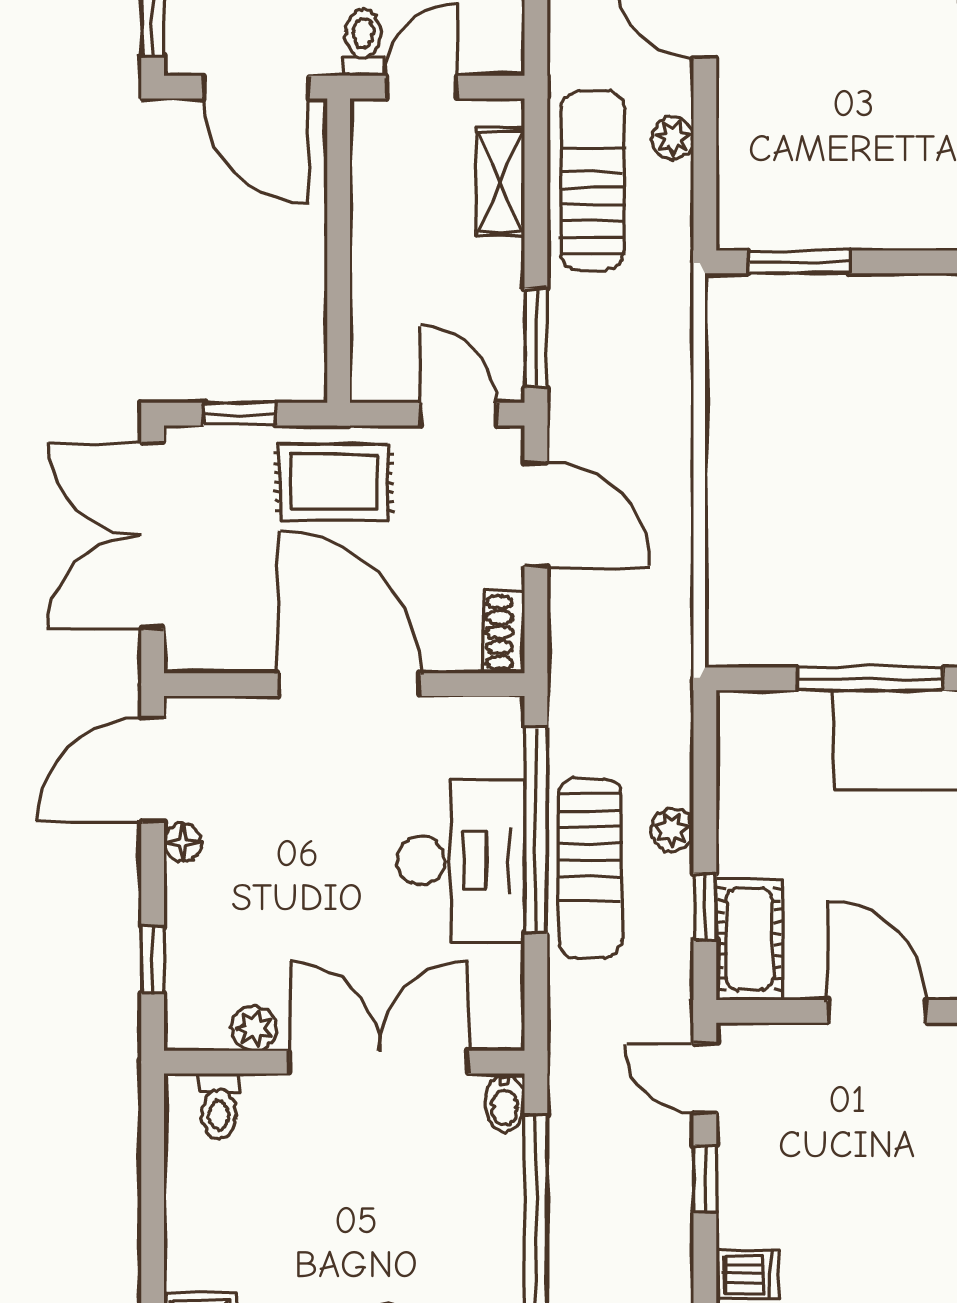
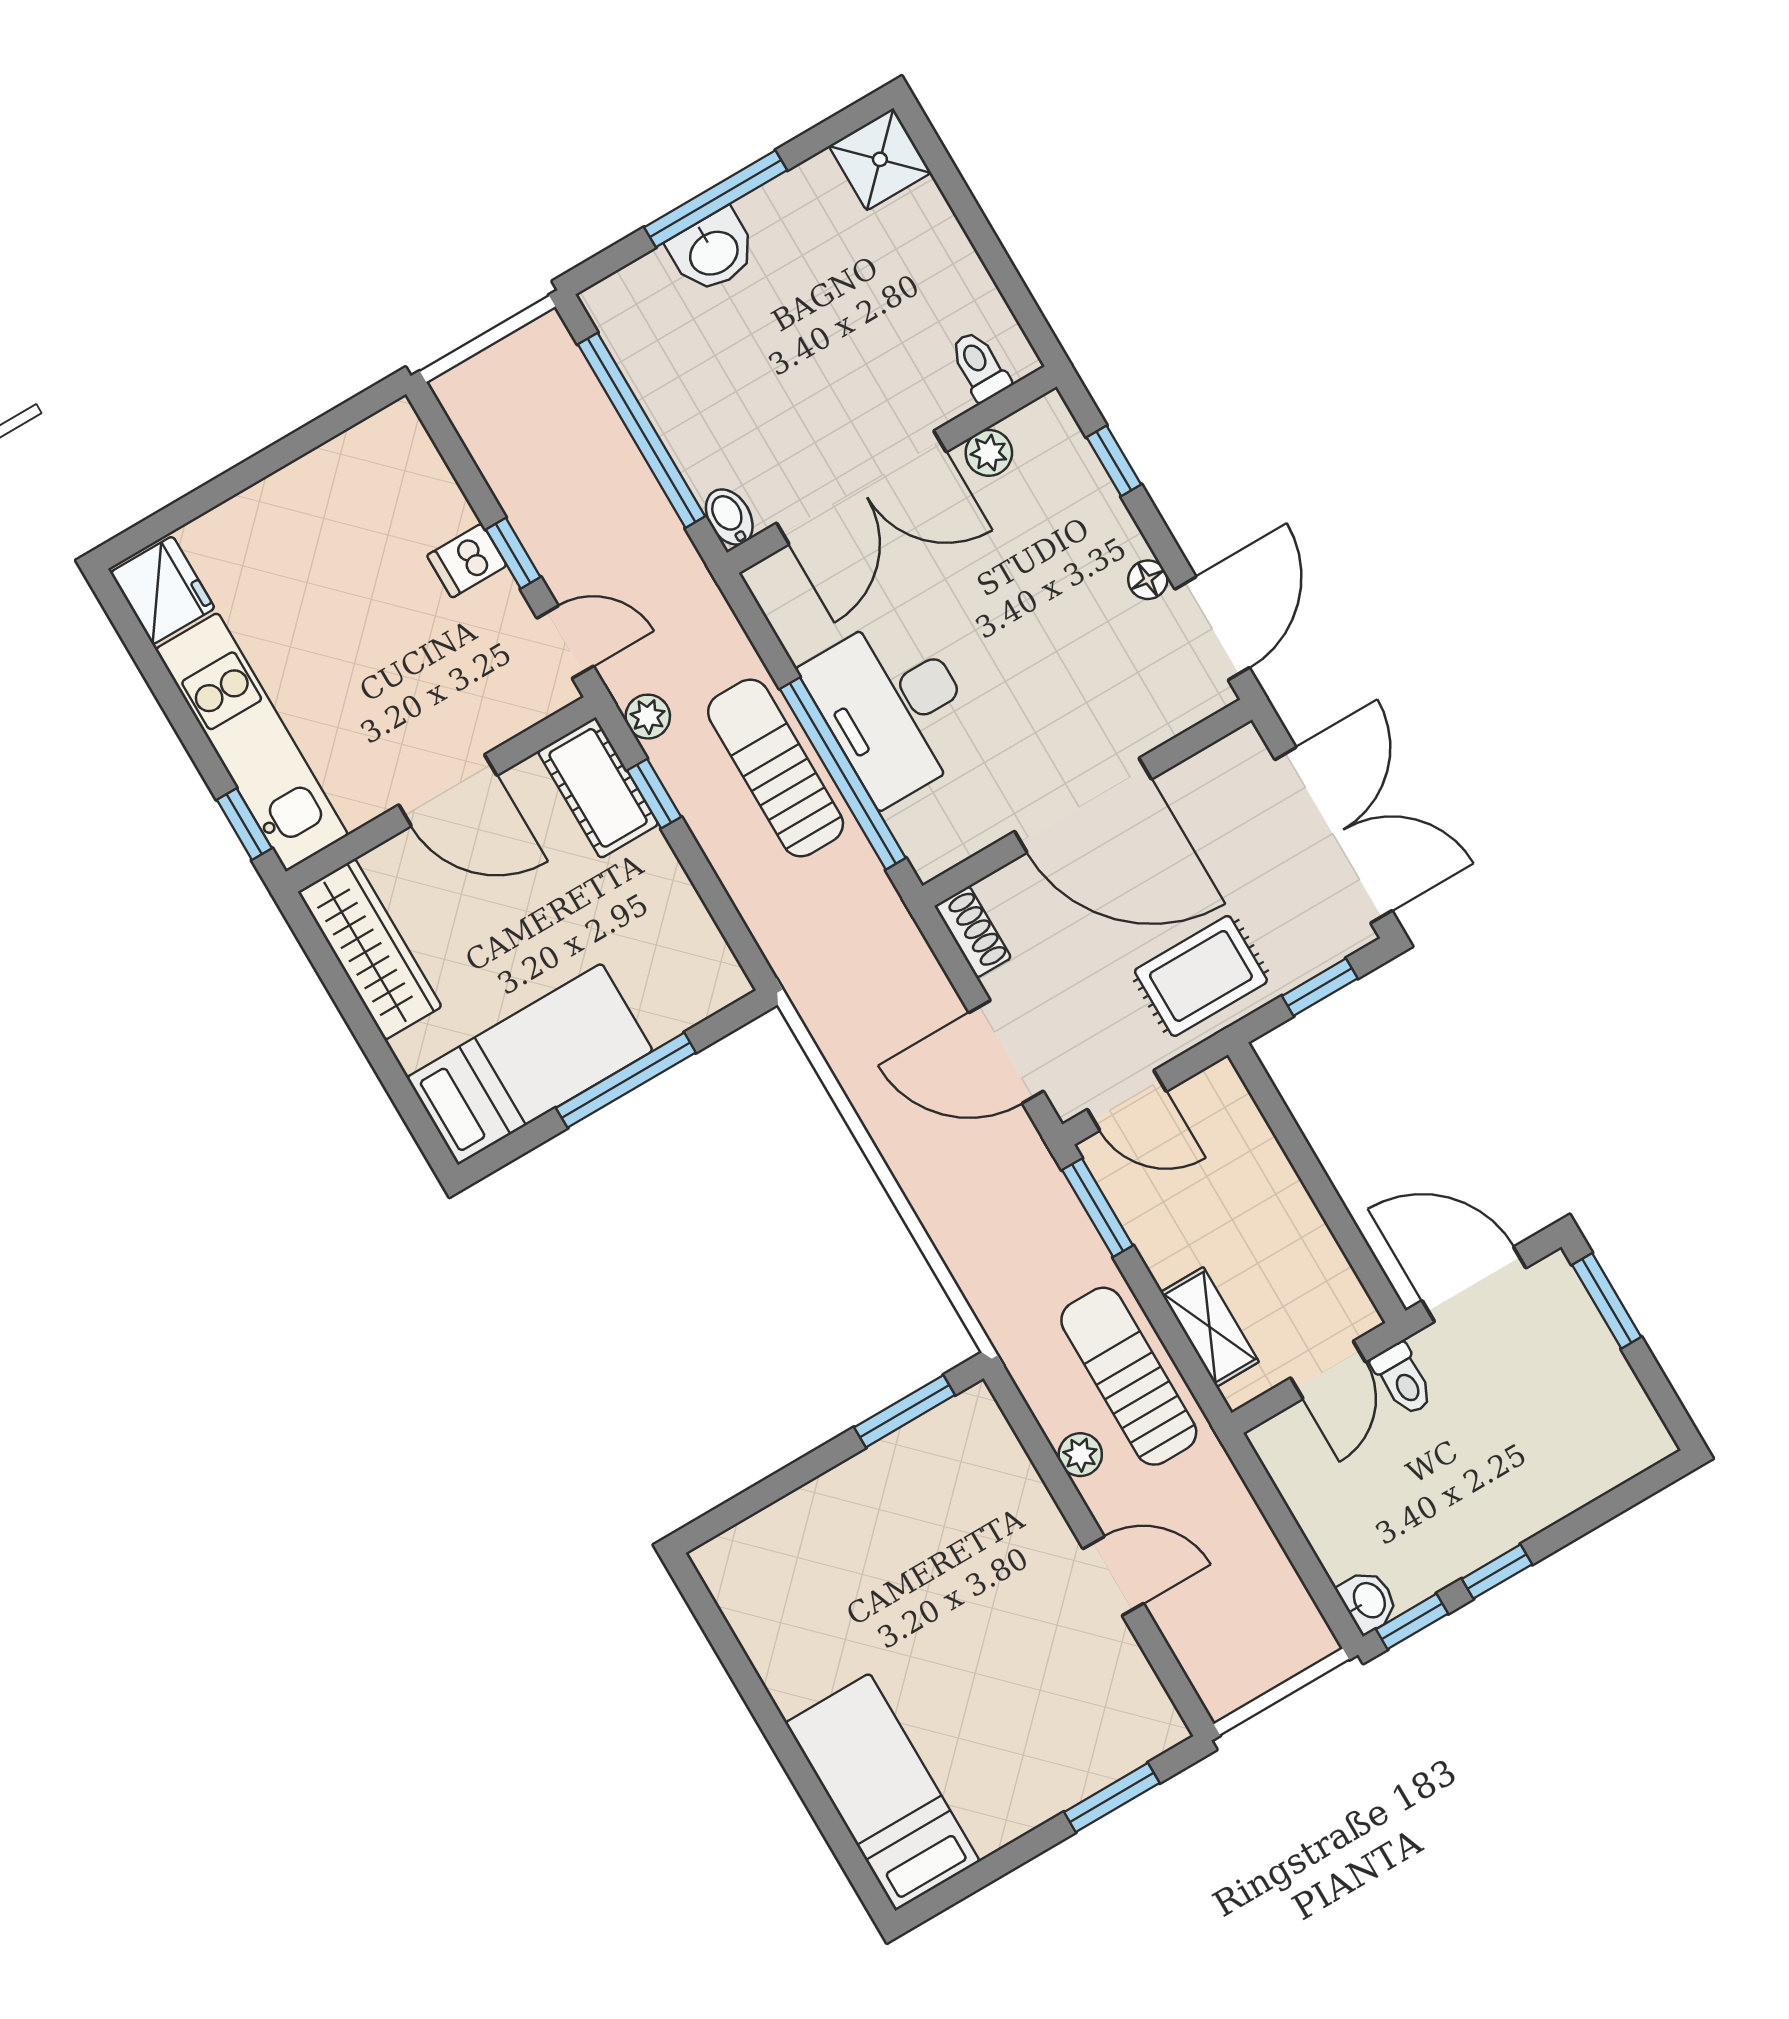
sun lounger: (593, 180) -> (1129, 1376), turned 180
plant: (672, 830) -> (648, 717), moved
dishwasher: (748, 1274) -> (467, 561), moved

